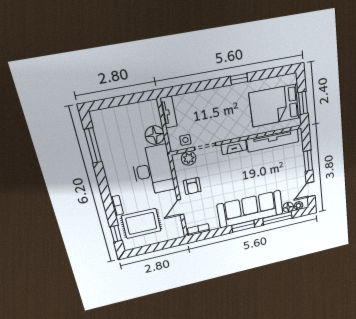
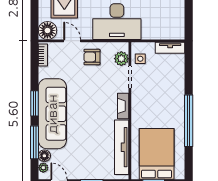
window: (239, 79) -> (189, 121), width x3.17
floor lamp: (155, 135) -> (47, 30), moved

